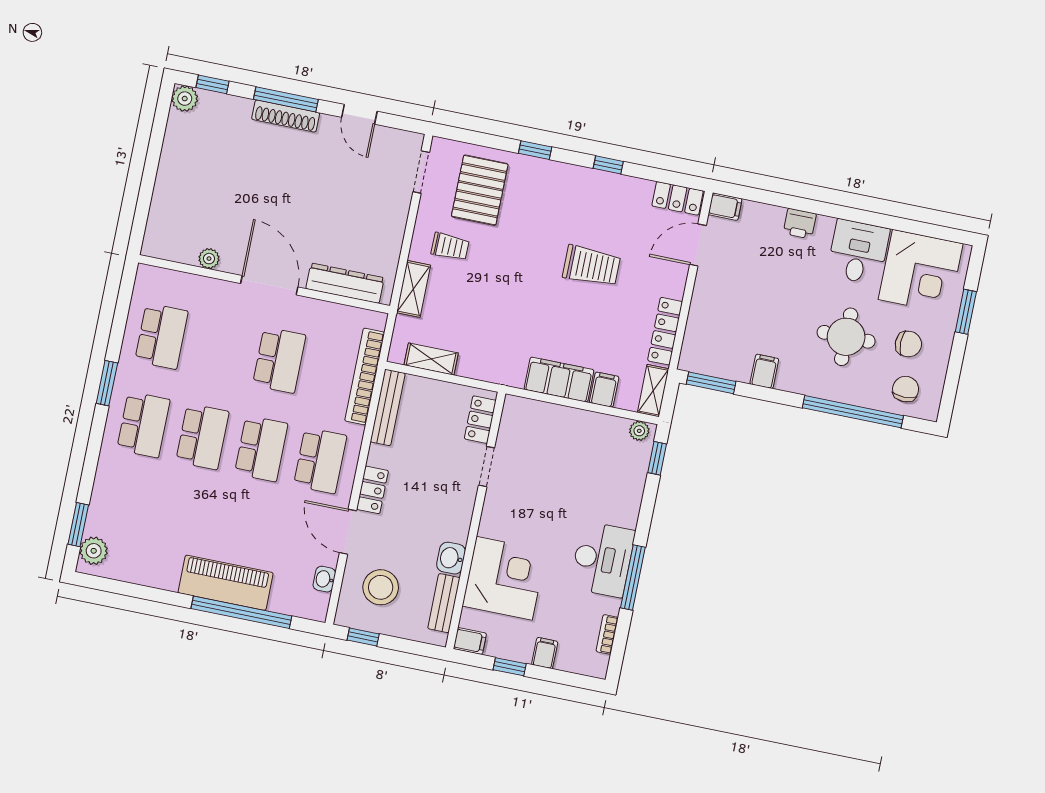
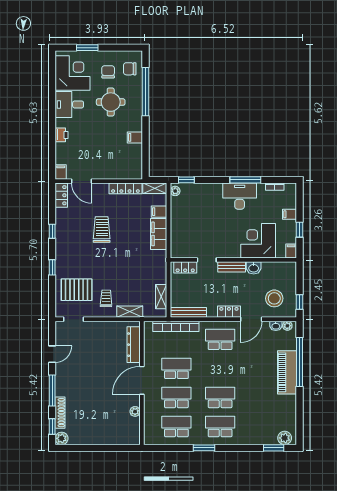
shoe rack: (286, 116) -> (60, 413), moved
window: (711, 383) -> (146, 161), removed
school desk: (261, 449) -> (176, 397), moved
plant: (320, 603) -> (287, 326), added
bench: (444, 603) -> (232, 267), moved

